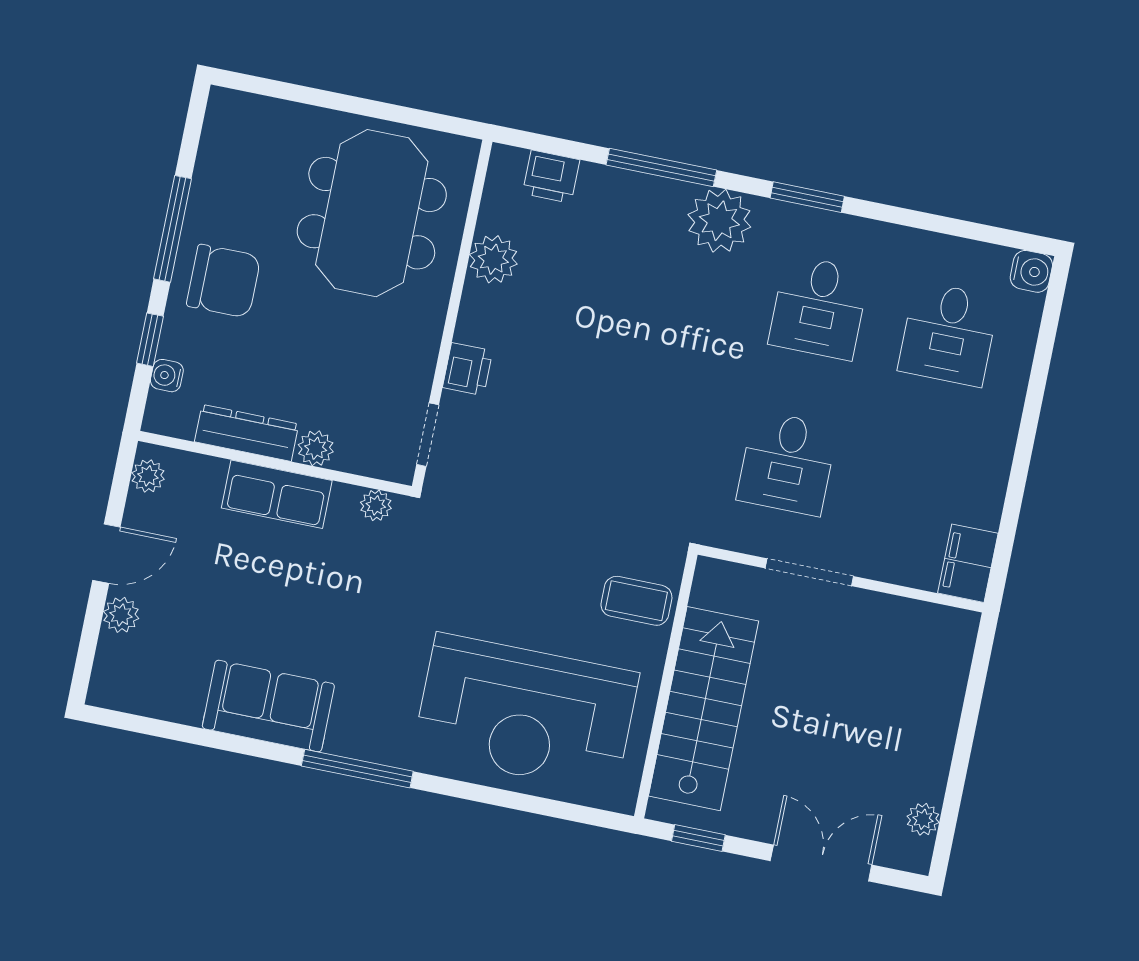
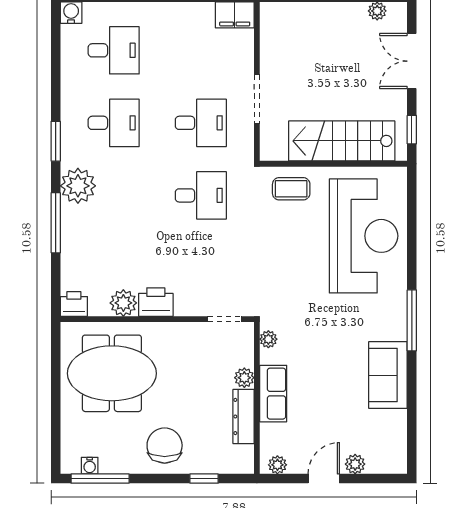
printer: (551, 177) -> (74, 304), moved, turned -90
window: (173, 229) -> (100, 479), moved
printer: (468, 369) -> (156, 302), moved, width x1.36, depth x1.24
water cooler: (167, 376) -> (90, 466), moved
desk: (657, 437) -> (201, 195), added
door: (106, 554) -> (324, 479), hinge flipped
coffee table: (636, 601) -> (291, 189), turned 90

